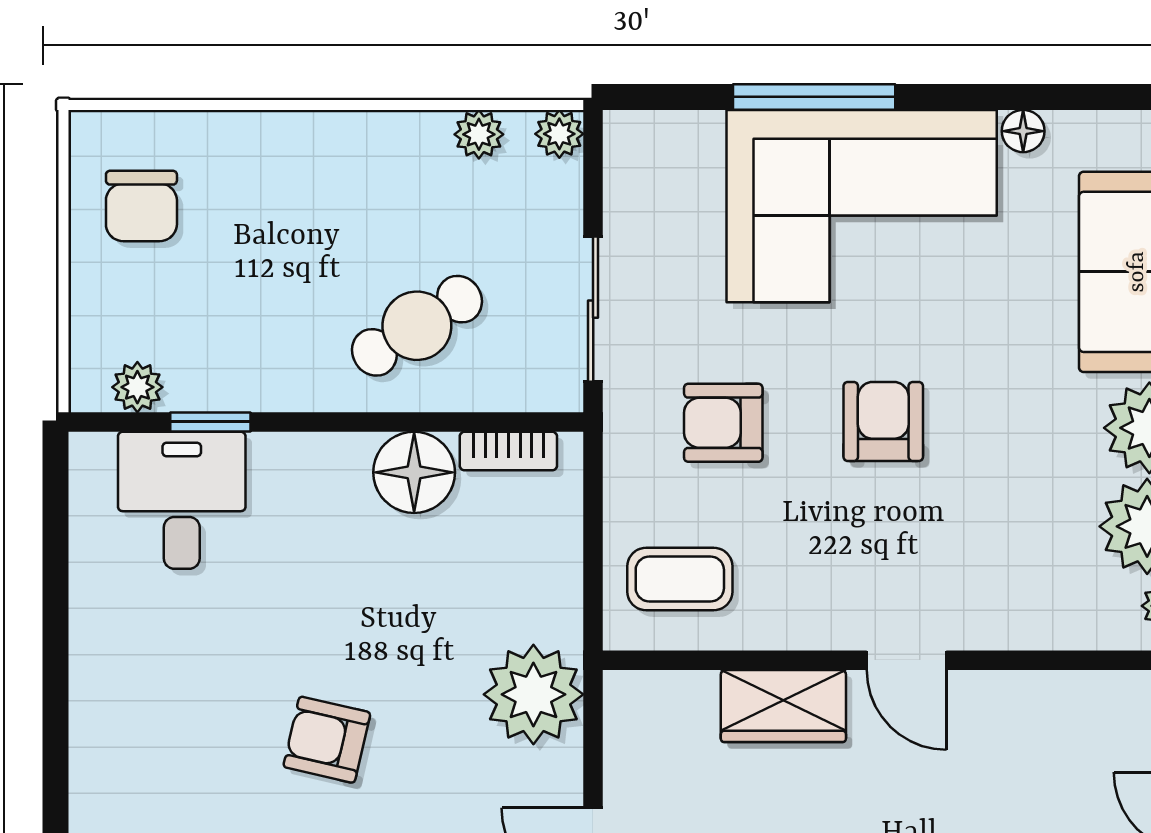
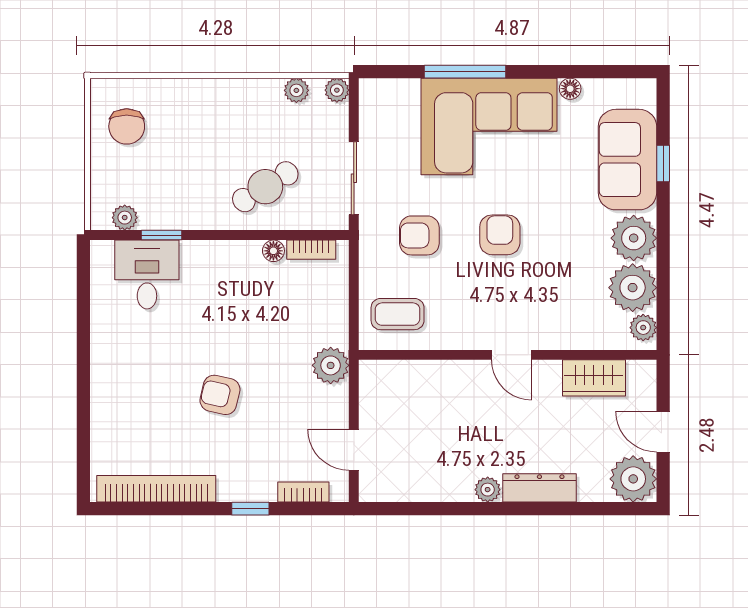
floor lamp: (414, 472) -> (273, 251), width x0.53, depth x0.53
plant: (533, 694) -> (331, 365), width x0.73, depth x0.73
wardrobe: (783, 706) -> (594, 378), moved

